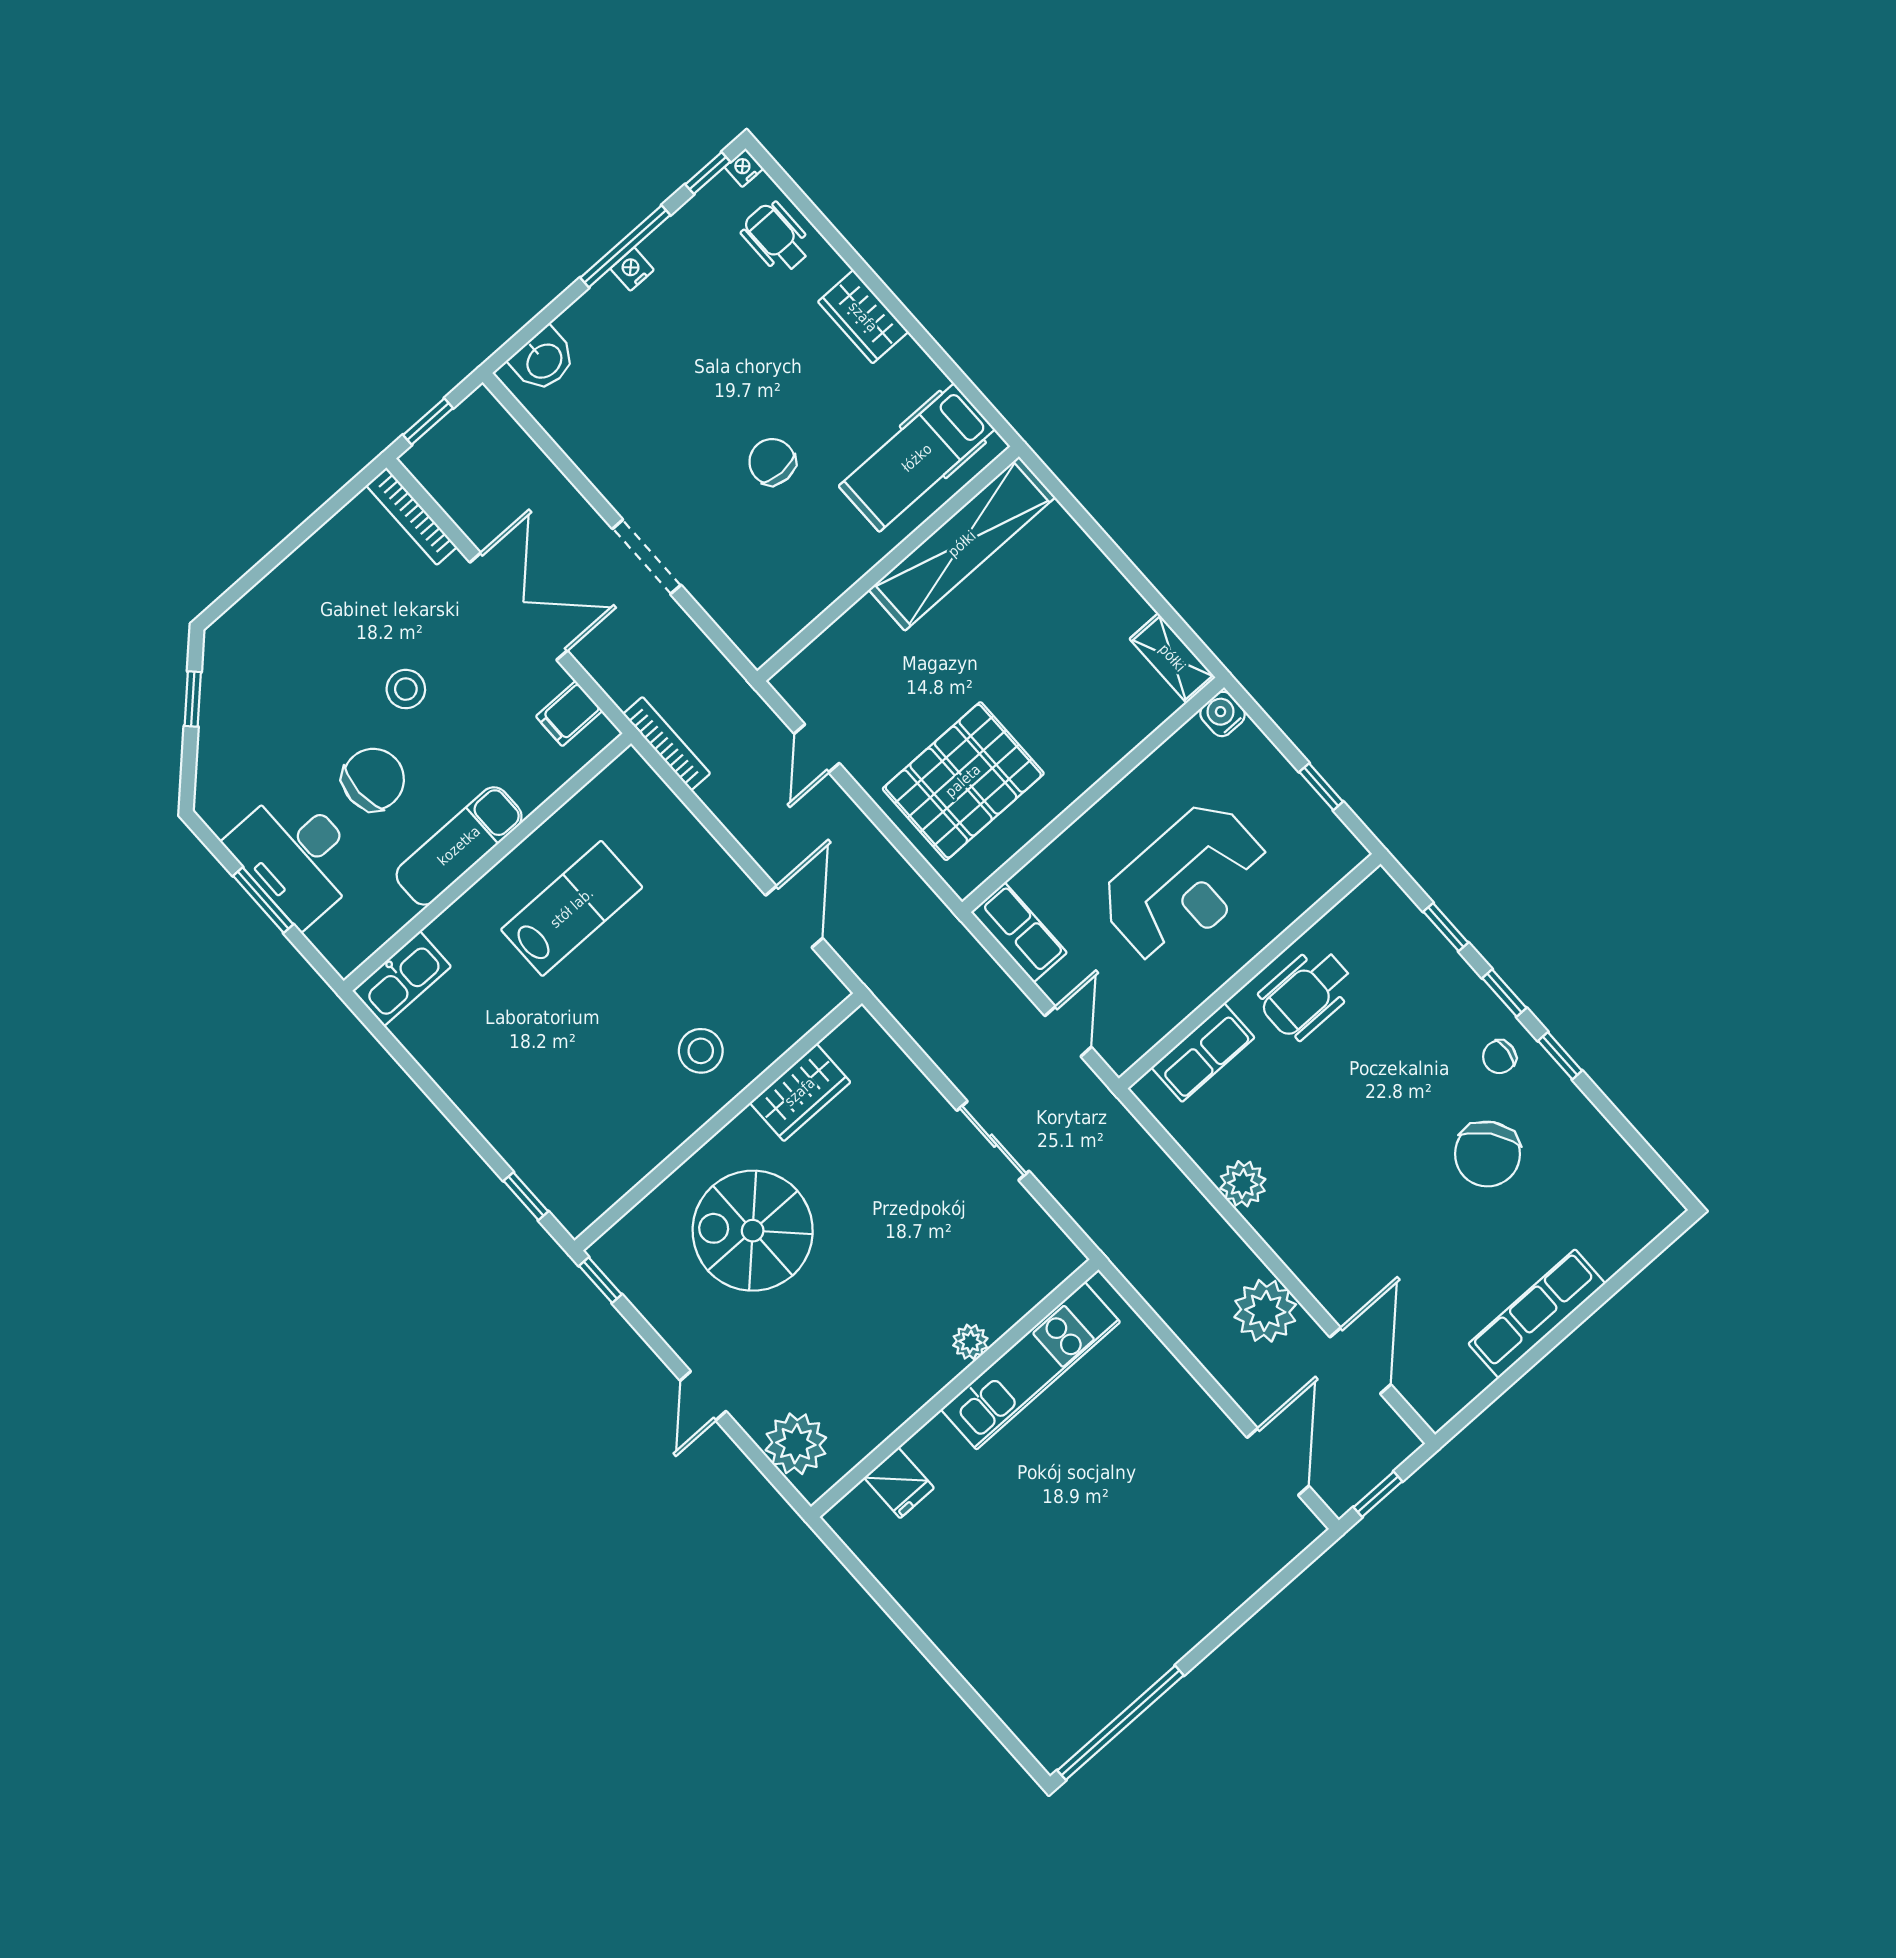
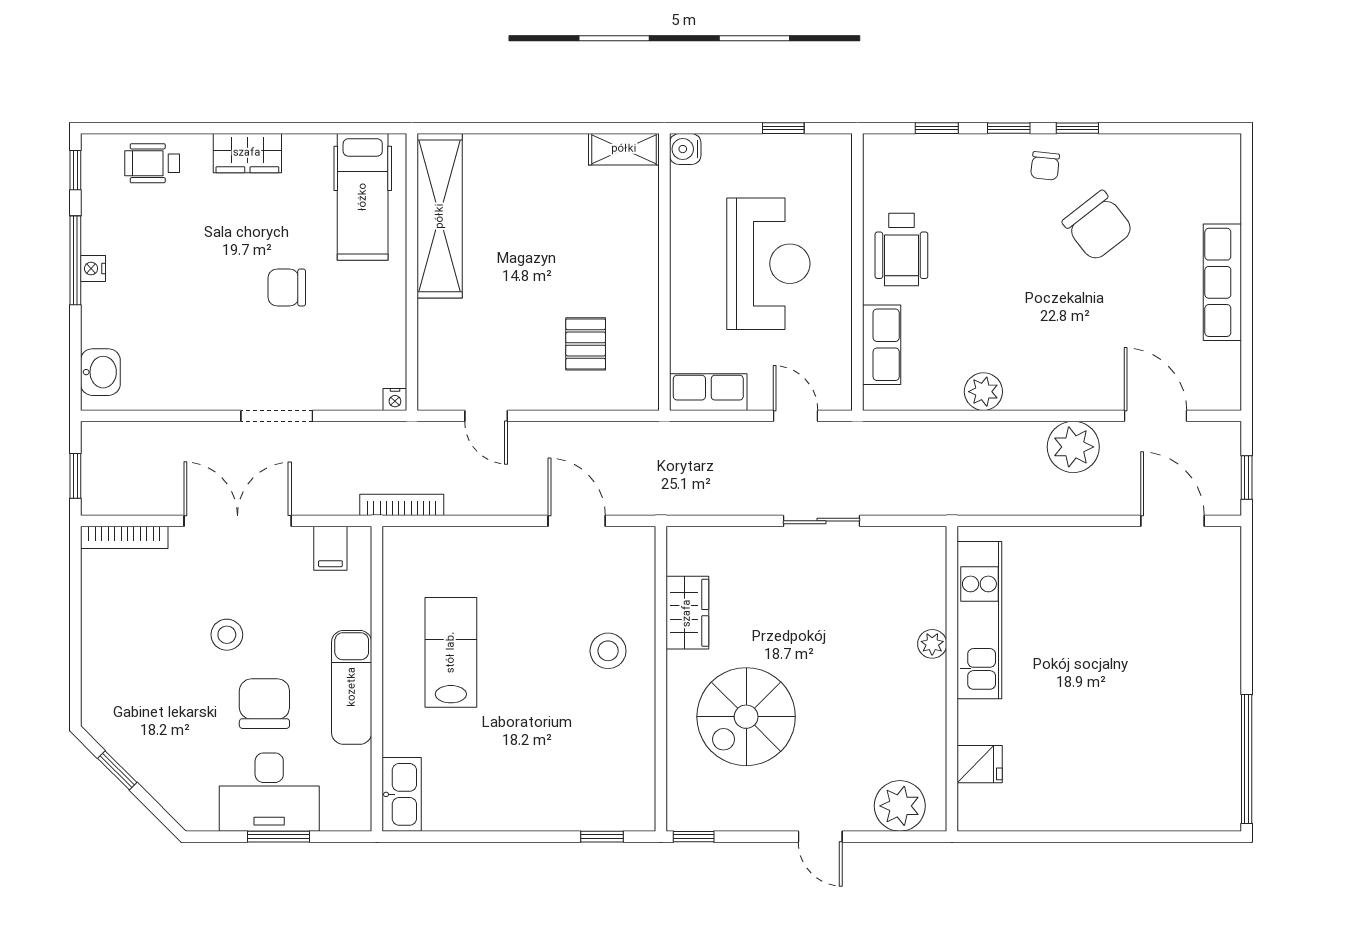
nightstand: (744, 168) -> (395, 399), moved, turned -90
pallet: (963, 781) -> (586, 344), width x0.49, depth x0.50

